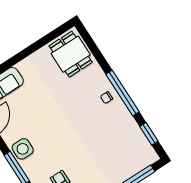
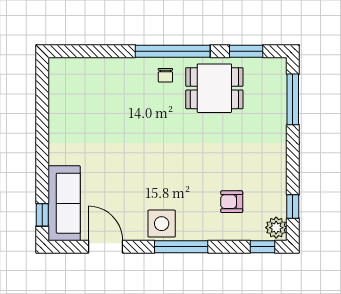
dining table: (71, 54) -> (214, 88), moved

